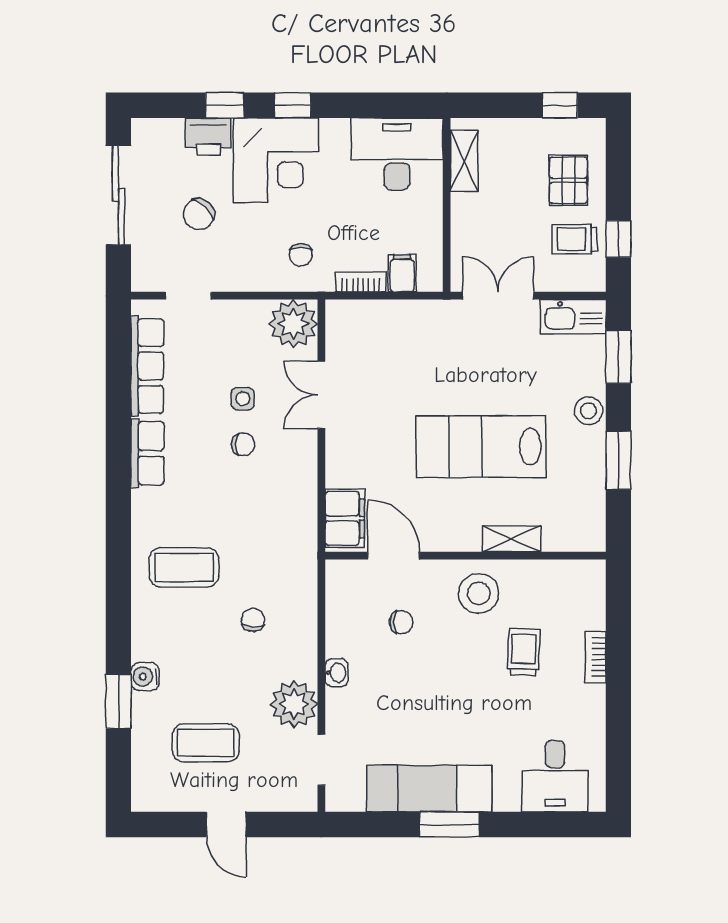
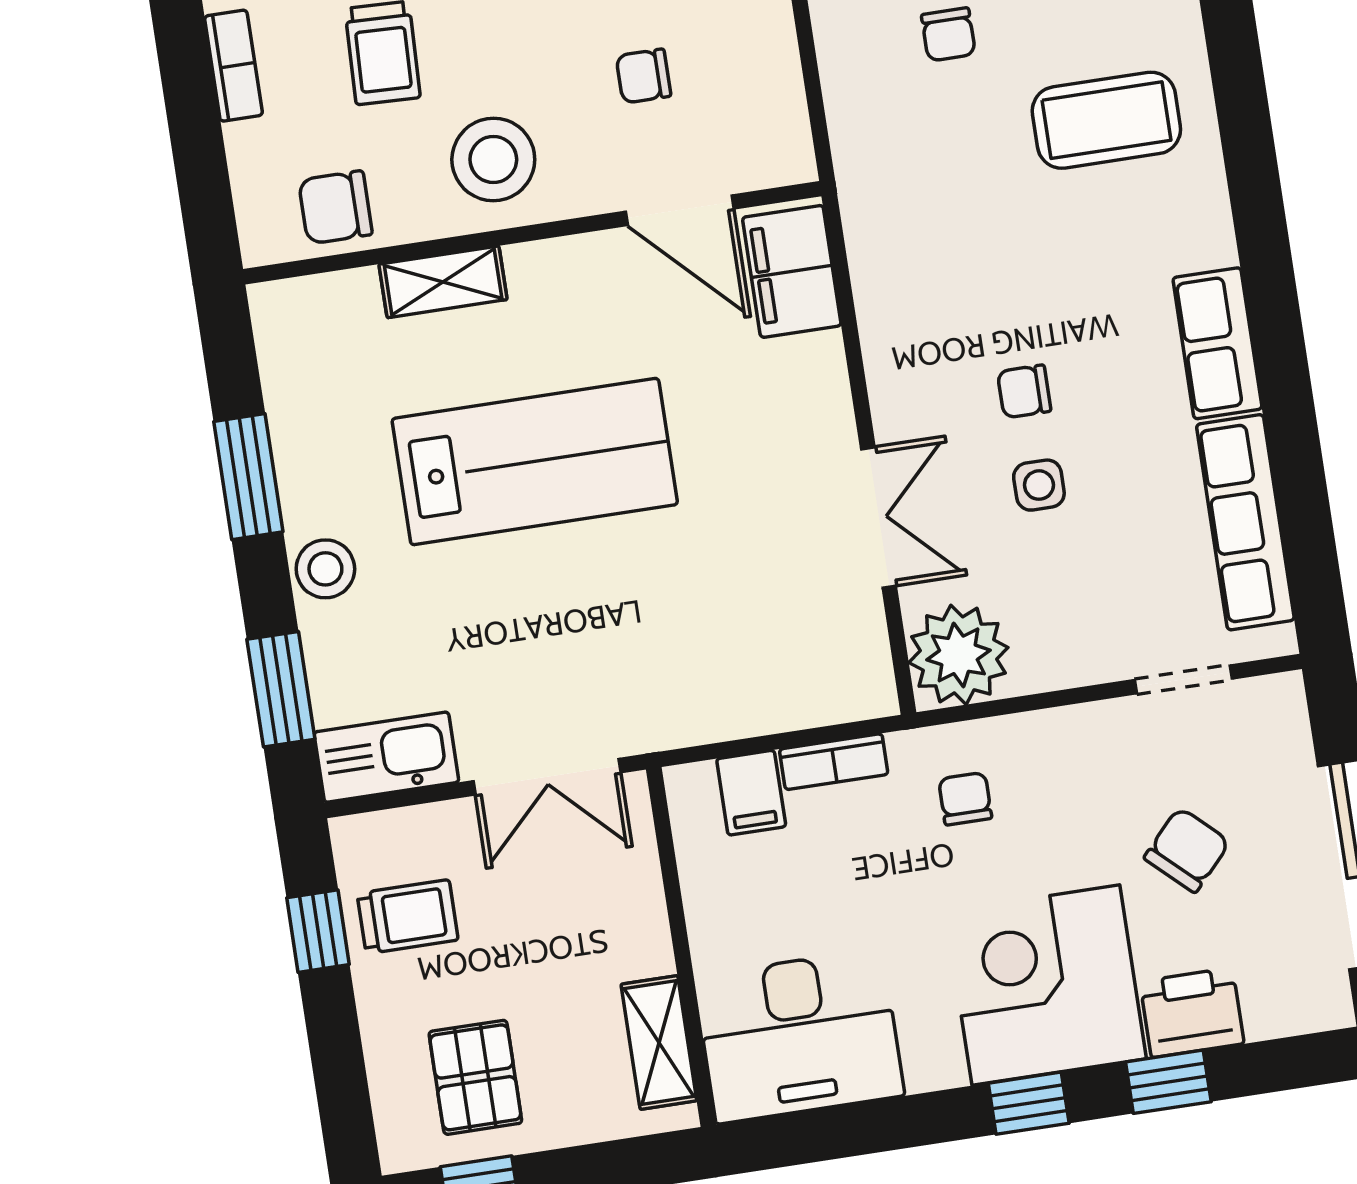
pallet: (568, 180) -> (475, 1077), moved
chair: (557, 582) -> (335, 207), added

